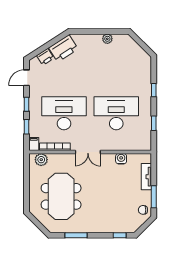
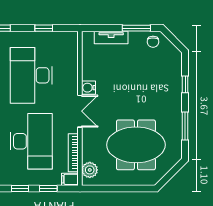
desk: (64, 113) -> (31, 141), turned 180
water cooler: (121, 159) -> (88, 88), moved
window: (120, 235) -> (185, 84), moved

